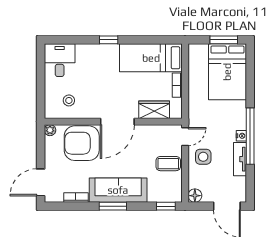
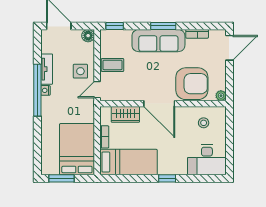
desk: (60, 60) -> (207, 160), width x1.37
bed: (227, 72) -> (77, 149), moved
door: (117, 122) -> (159, 104), swing flipped

